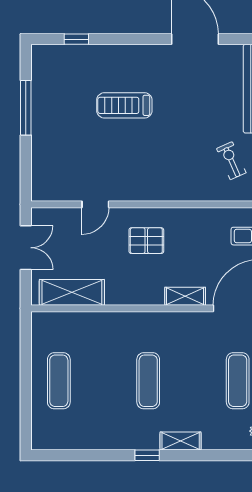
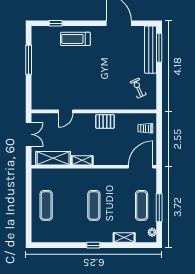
treadmill: (124, 105) -> (75, 39), moved
pallet: (146, 241) -> (105, 121), moved
shelving: (185, 296) -> (82, 160), moved
shelving: (181, 441) -> (124, 238), moved

